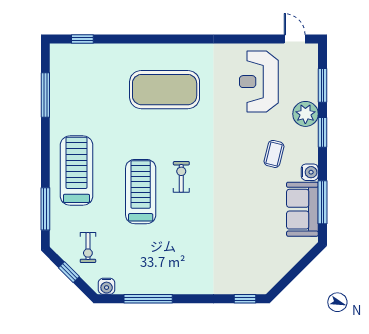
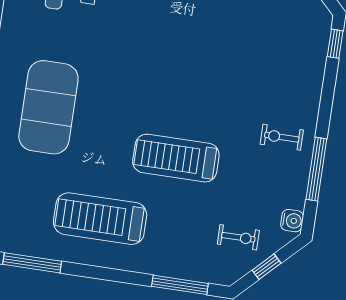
treadmill: (76, 171) -> (100, 219), moved
exercise bike: (181, 177) -> (282, 137), moved

